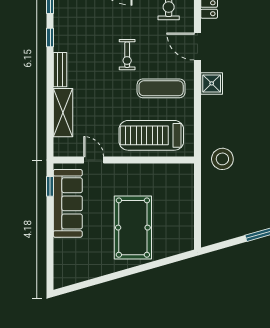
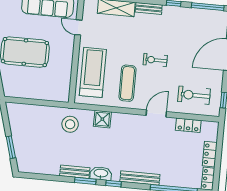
shower: (212, 83) -> (102, 119), moved
door: (94, 160) -> (78, 27), swing flipped

